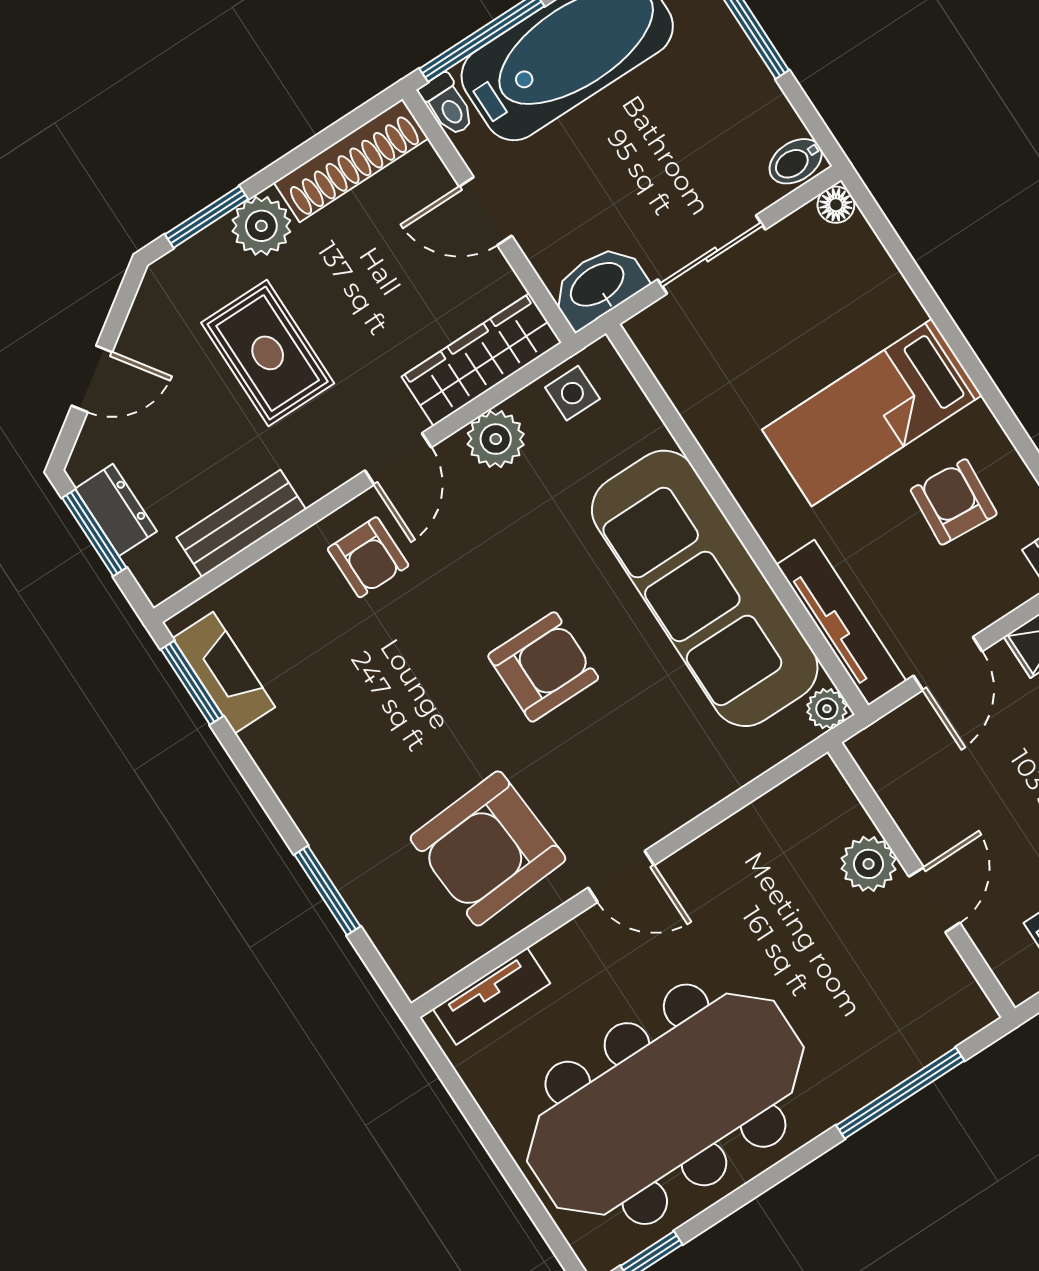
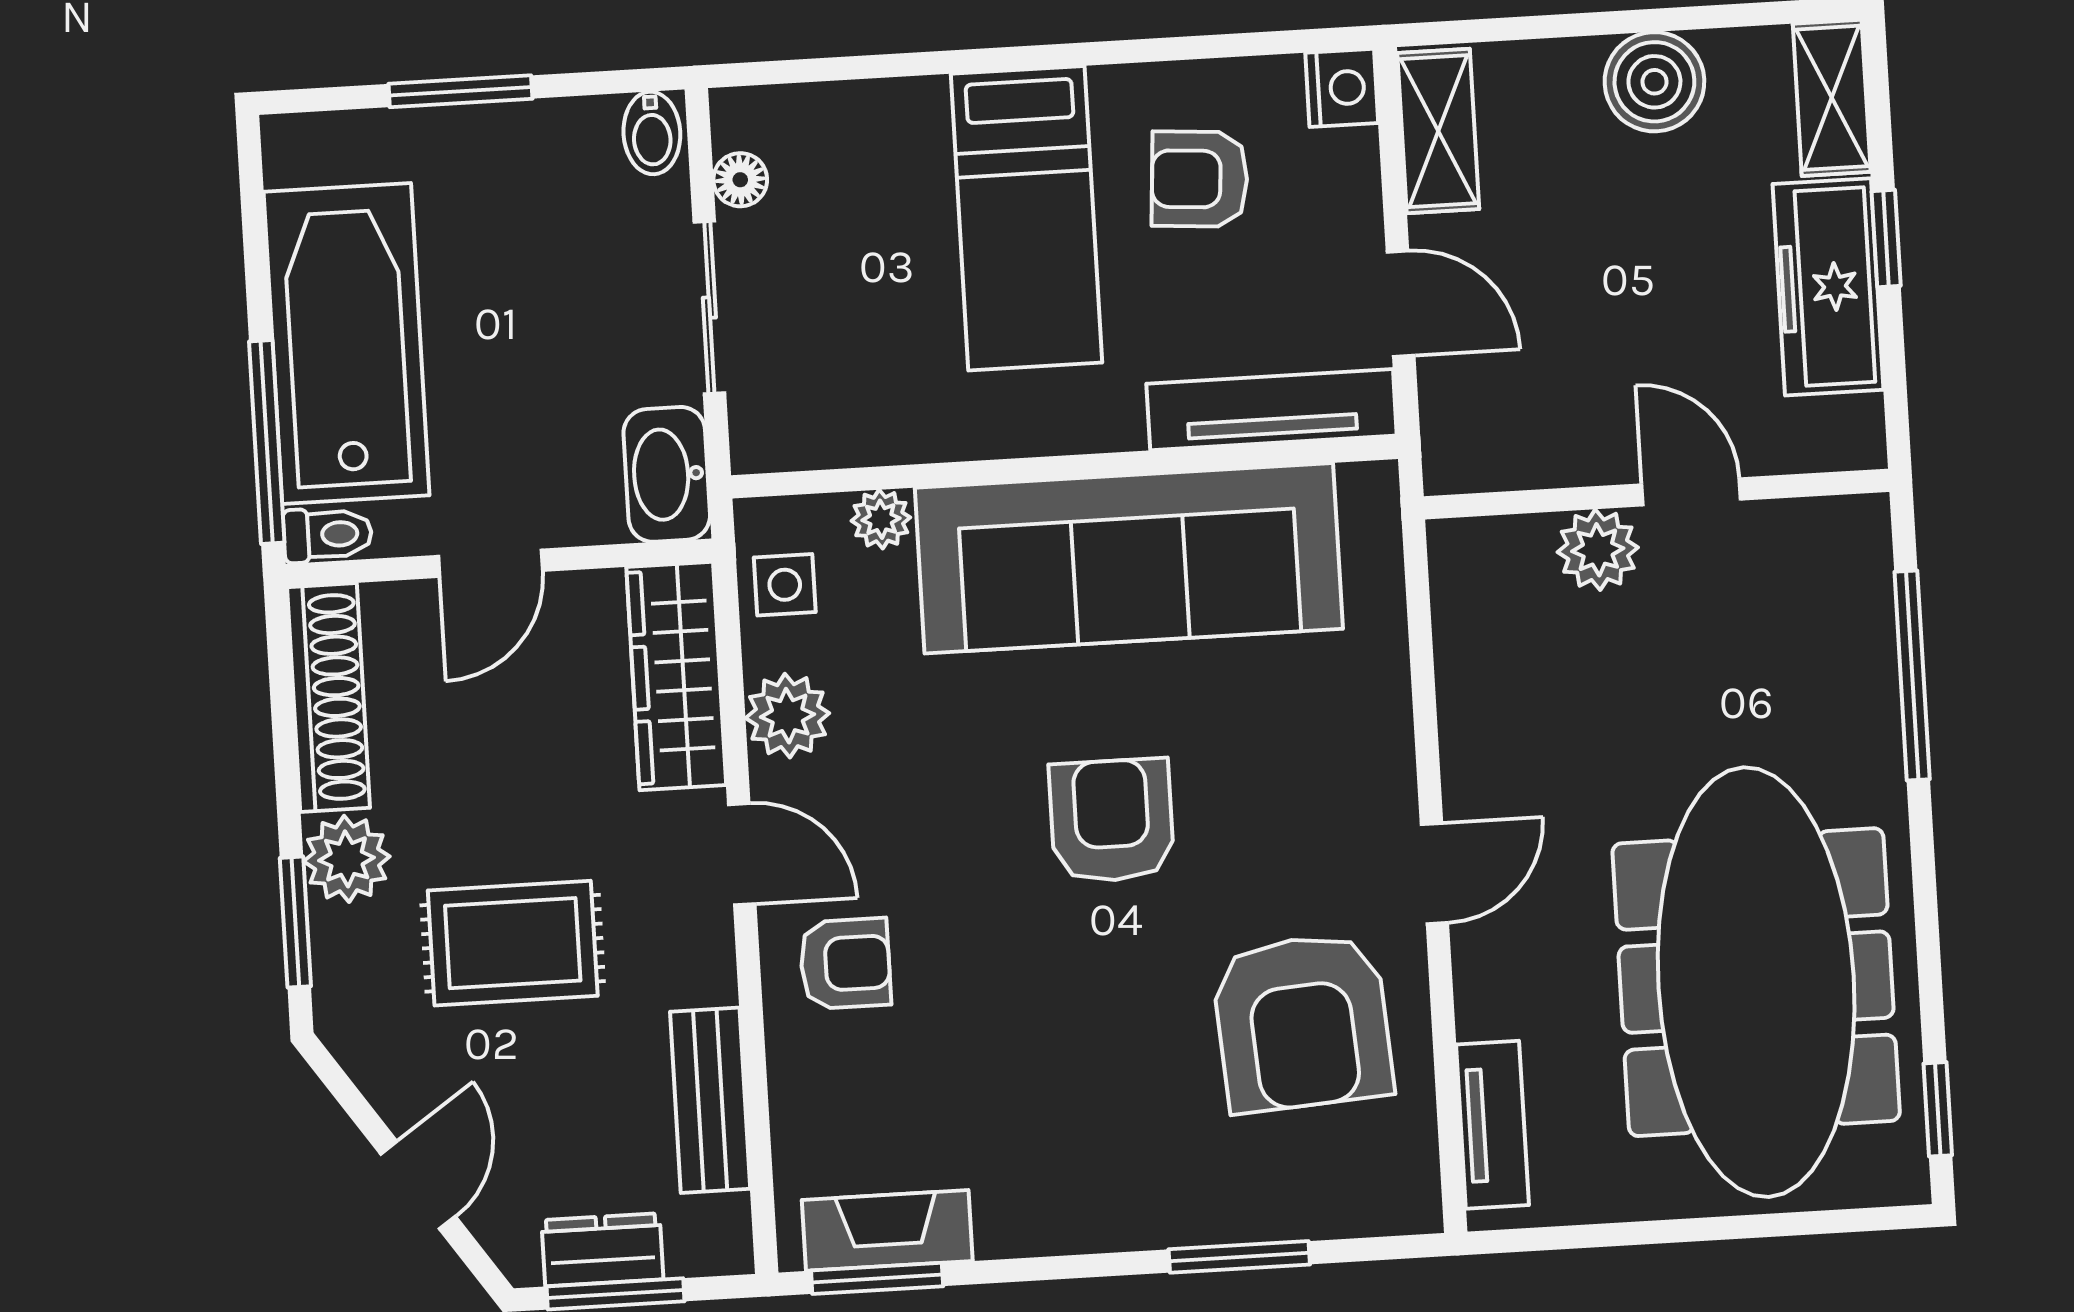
floor lamp: (836, 205) -> (740, 180), moved
plant: (827, 709) -> (881, 519), moved

